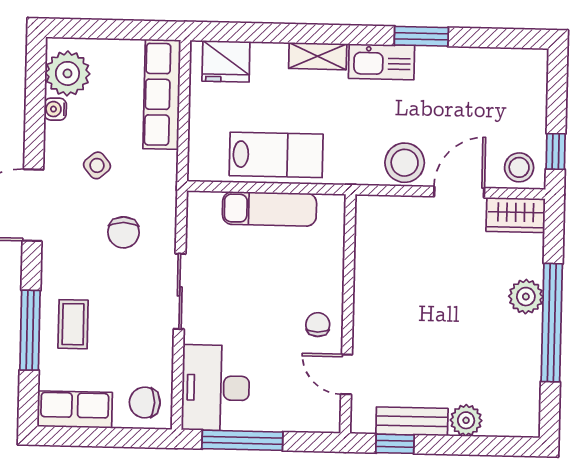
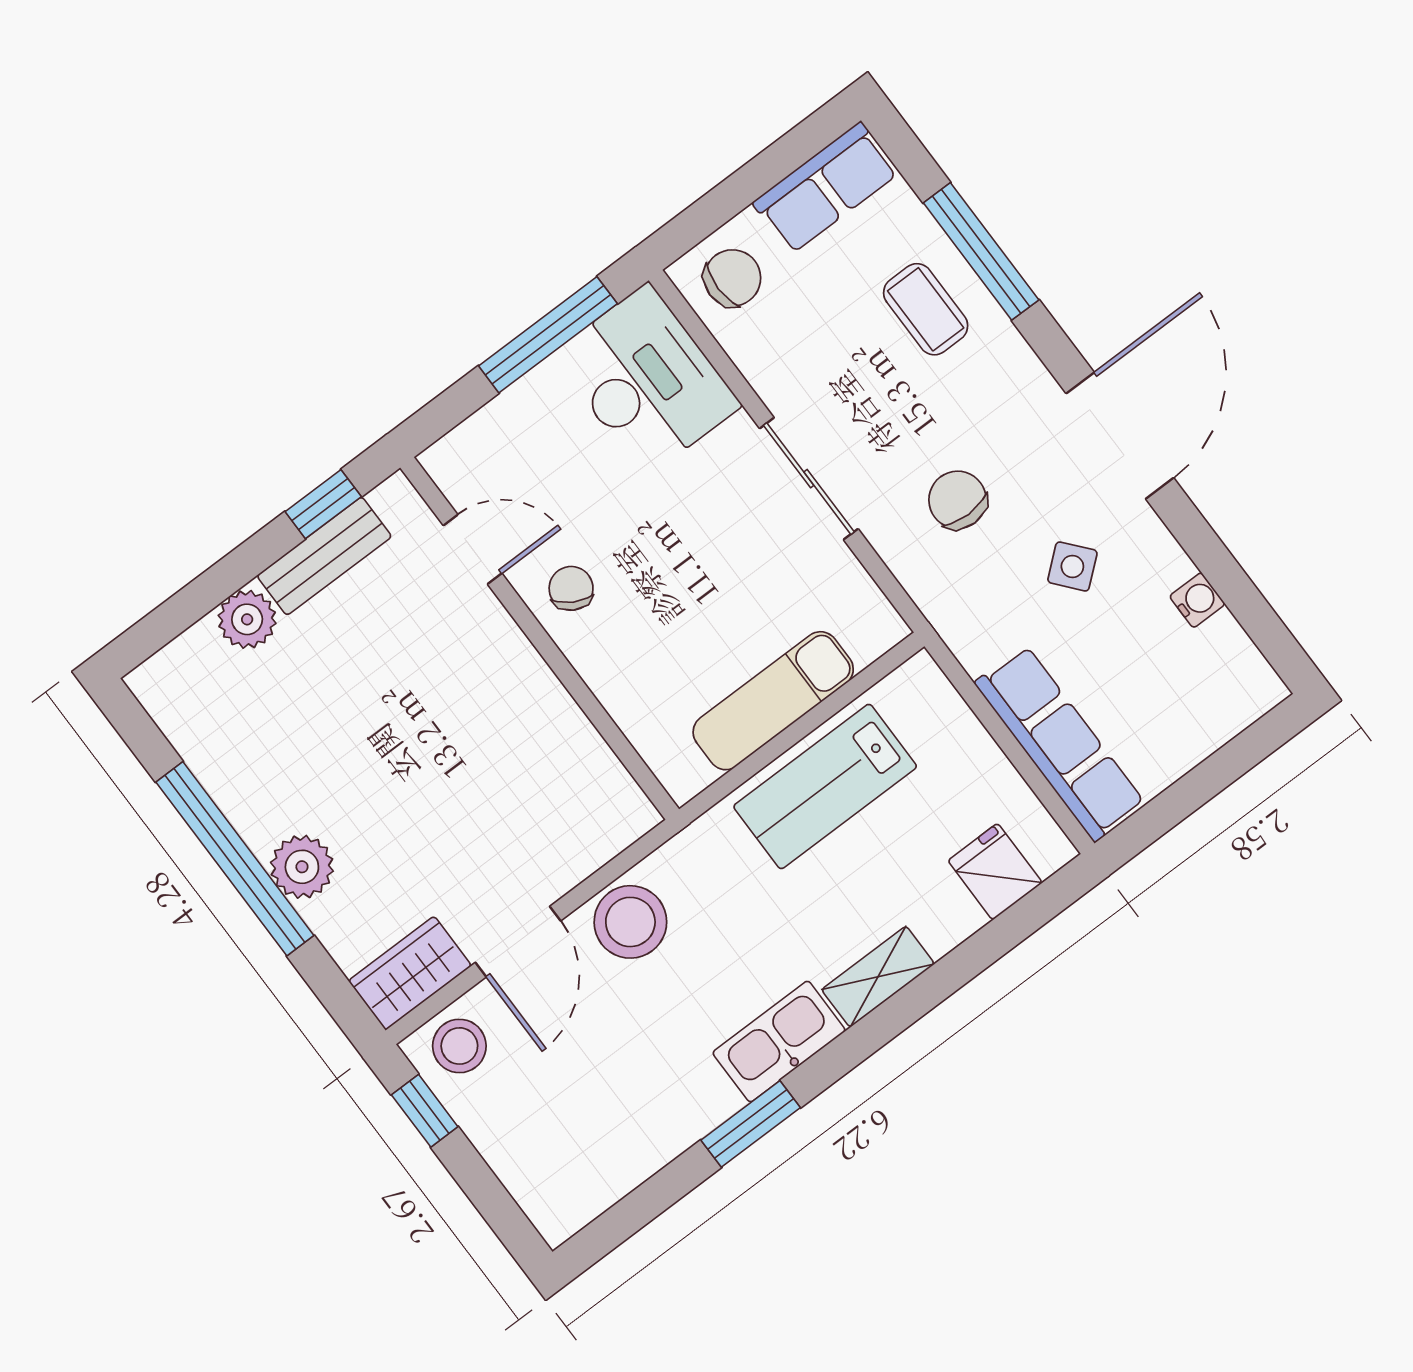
fridge: (226, 61) -> (995, 872), width x0.72
plant: (67, 73) -> (1220, 666), removed
chair: (318, 325) -> (571, 588), turned -150

